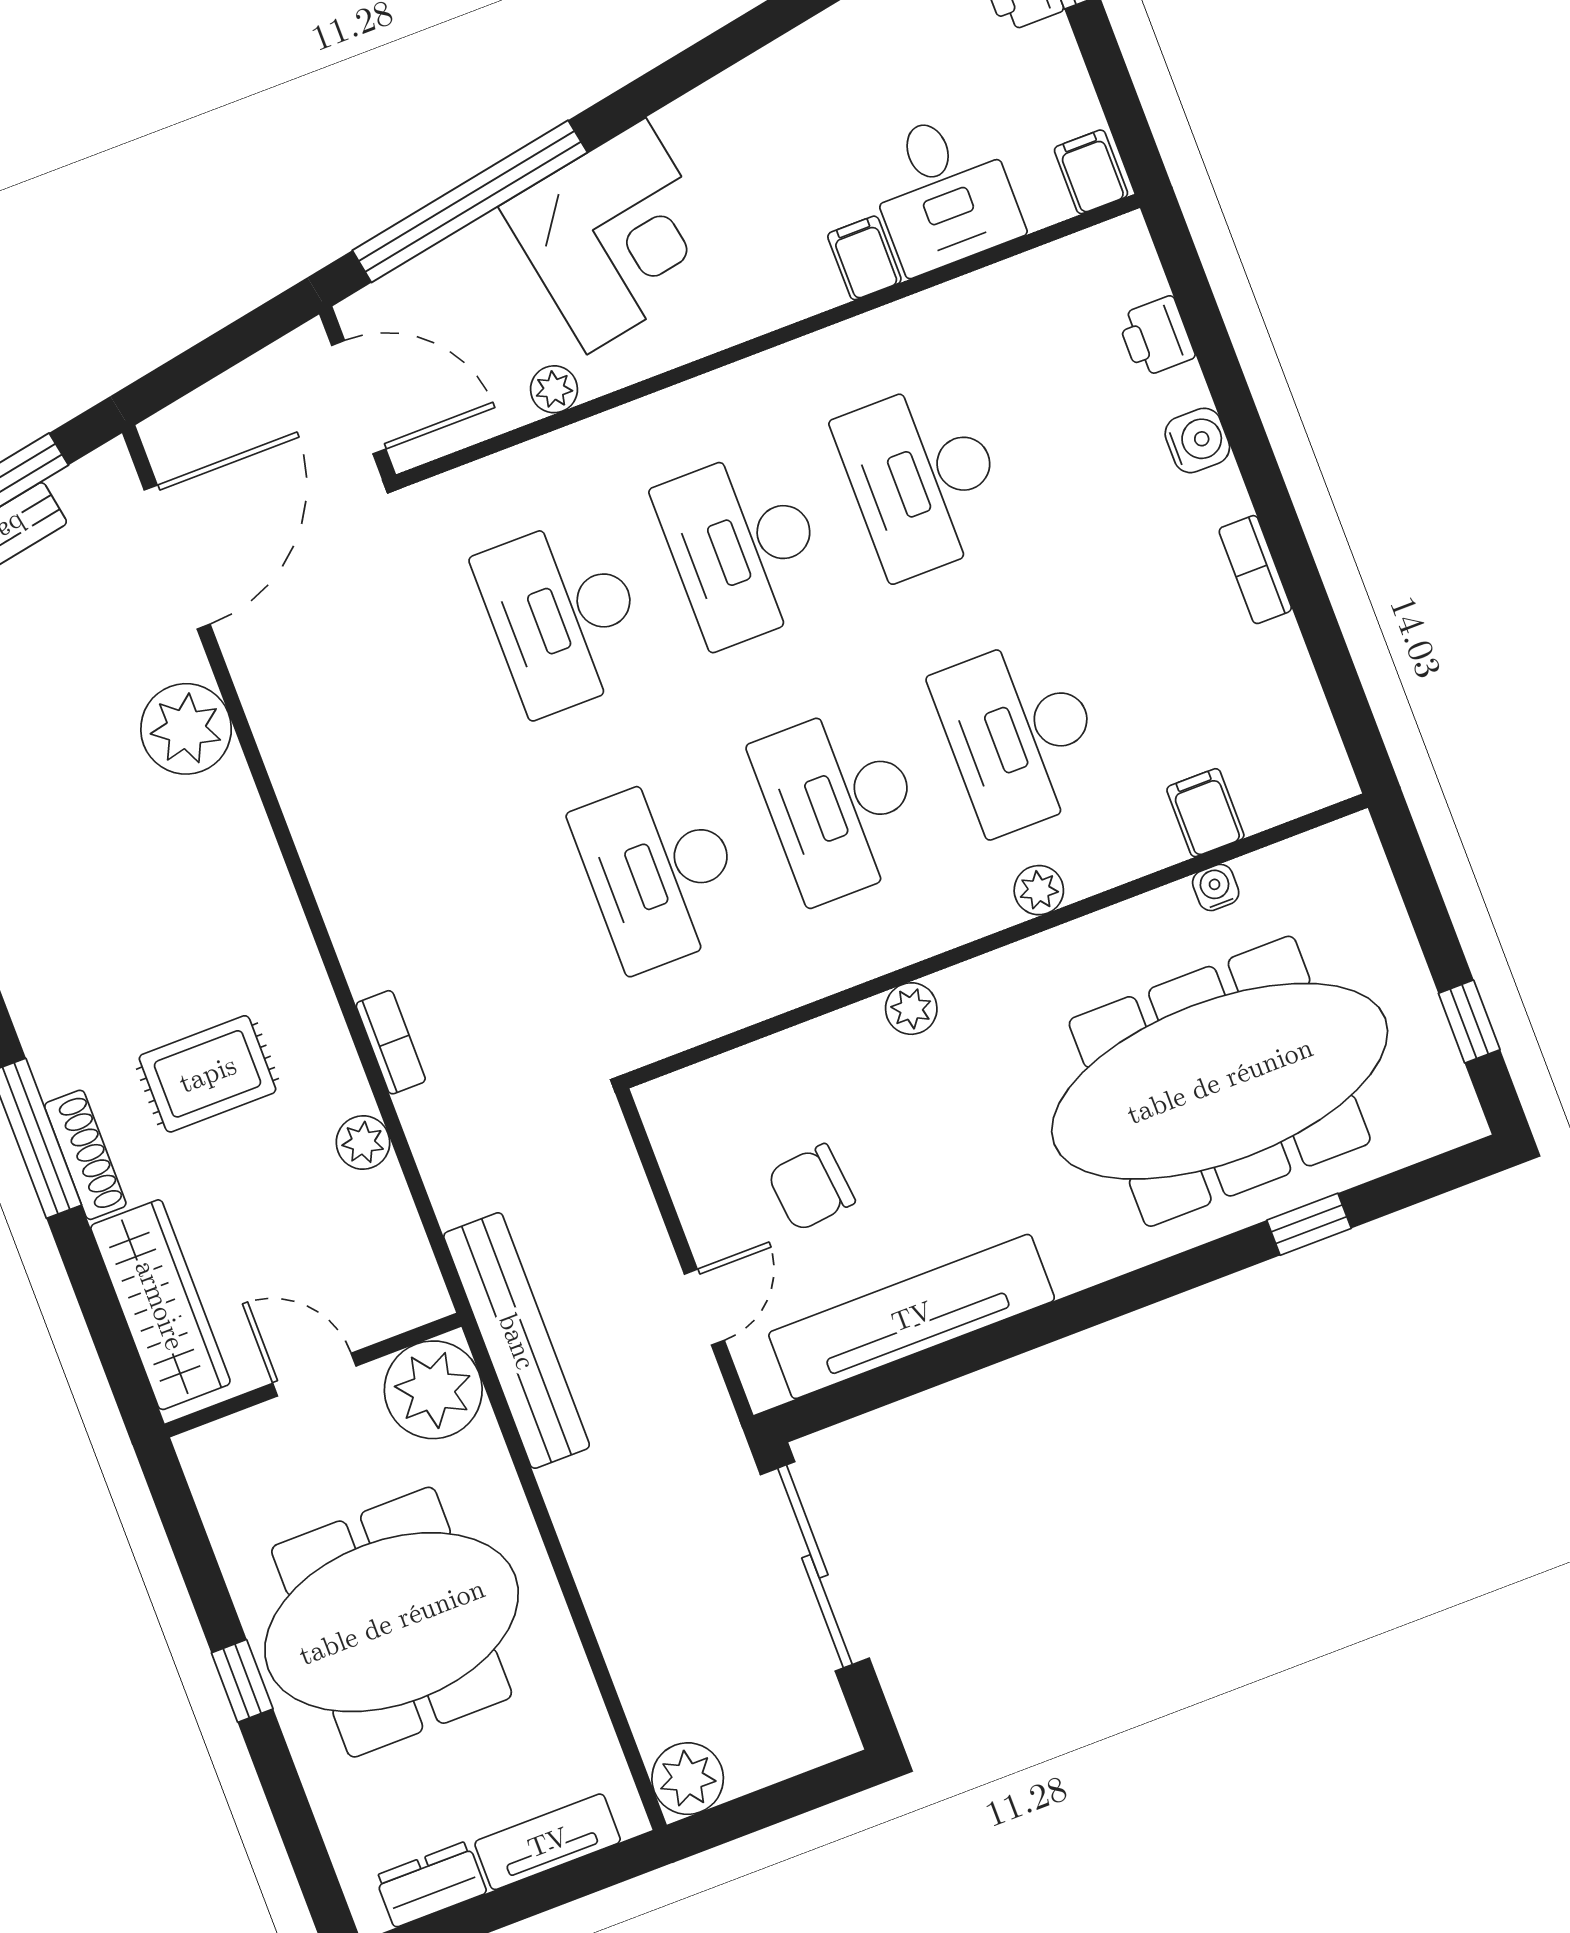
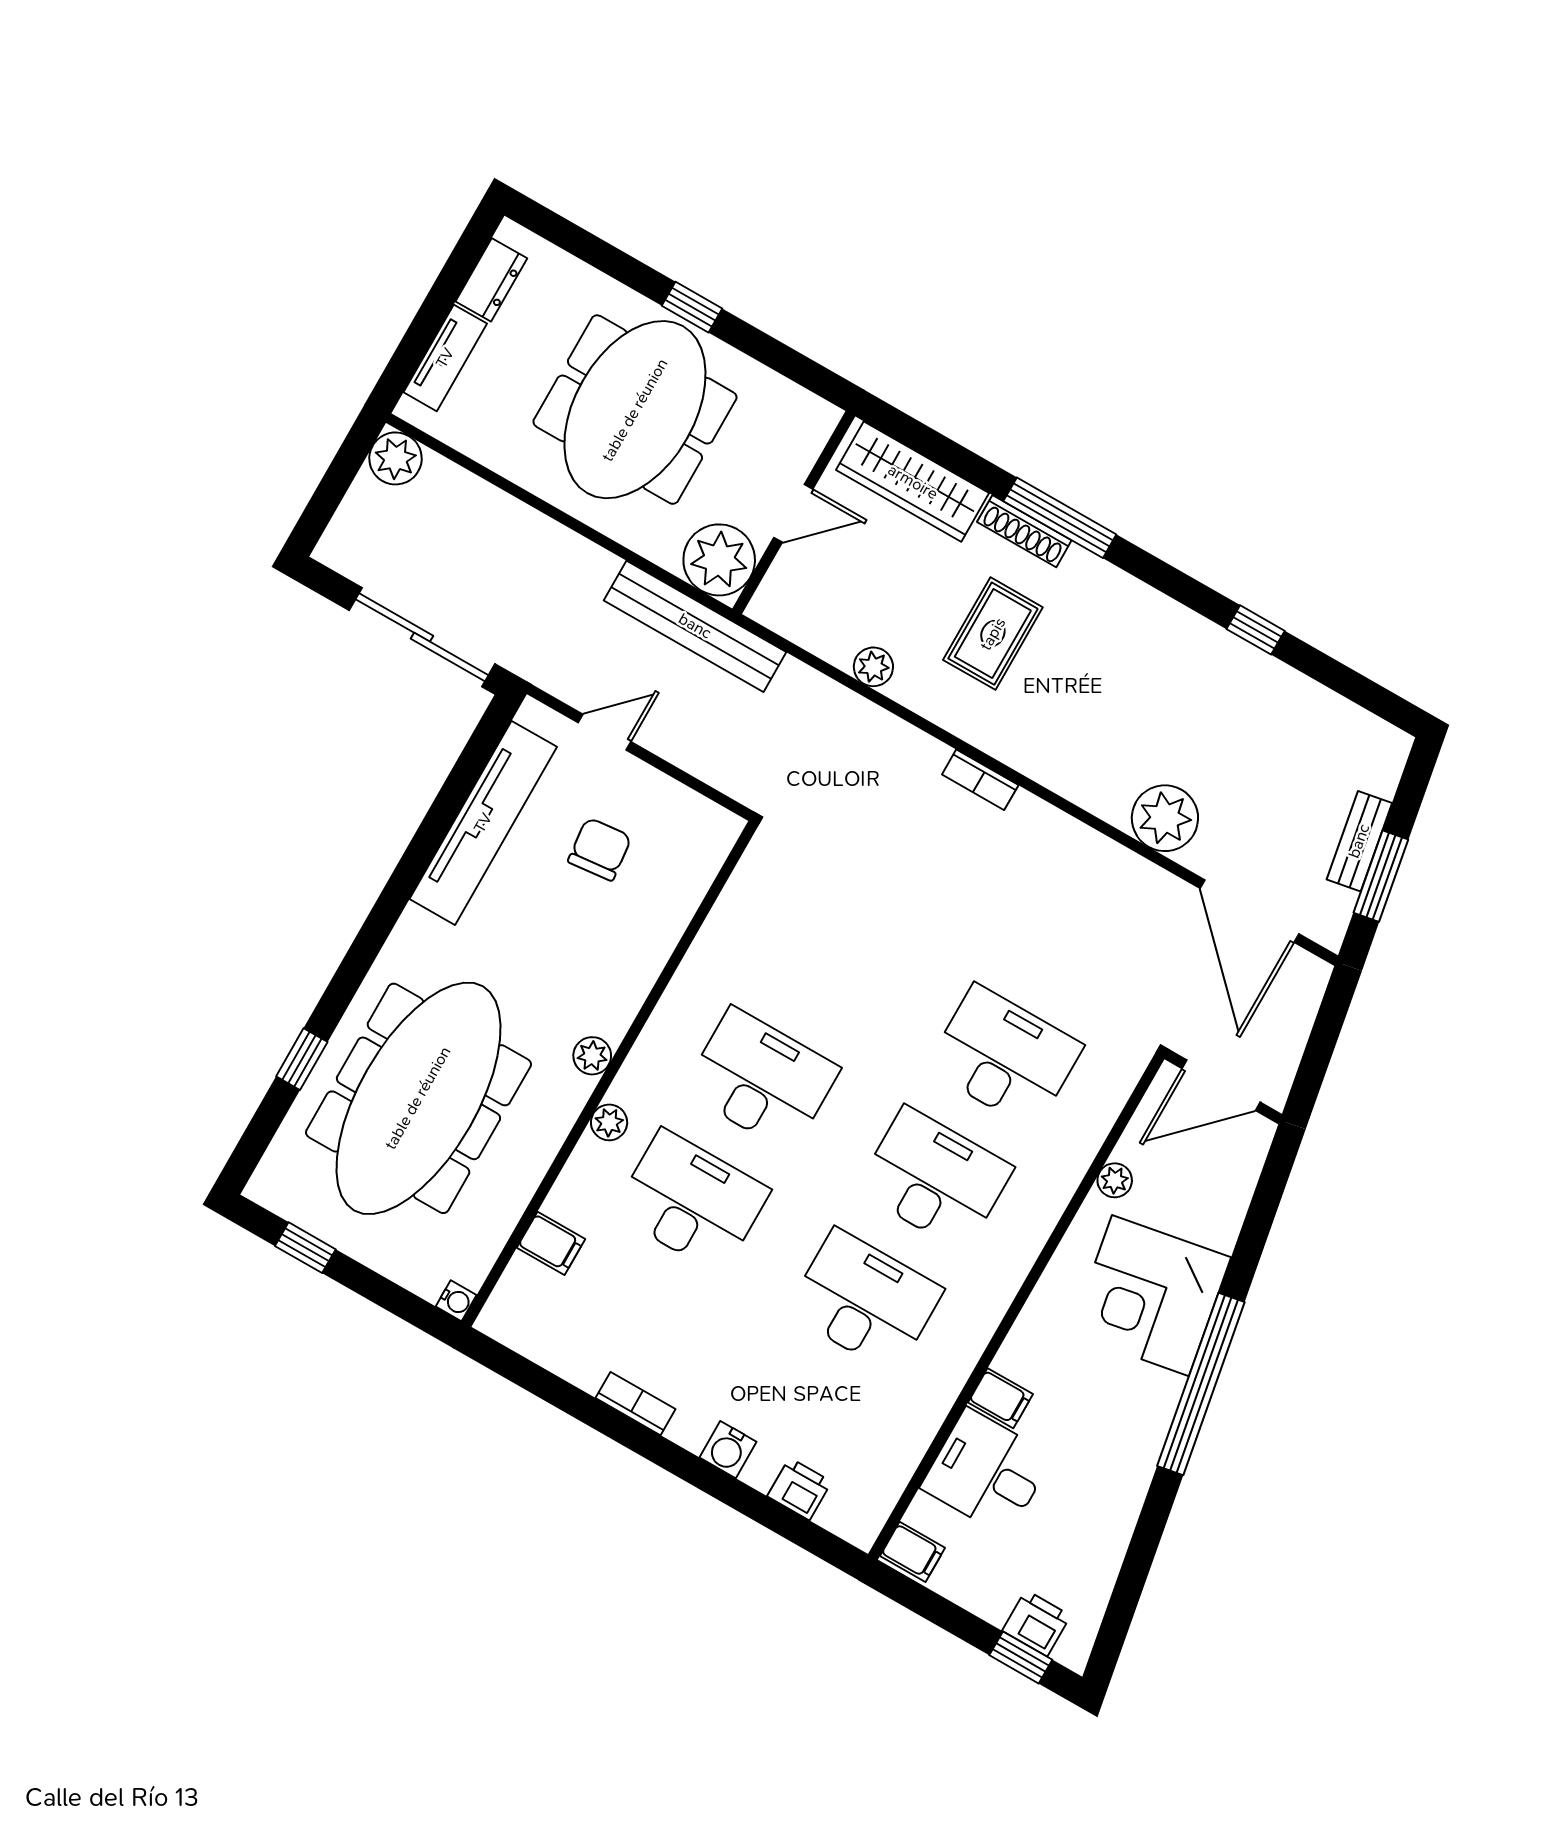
window: (470, 201) -> (1201, 1384), moved
desk: (661, 871) -> (831, 958), removed
water cooler: (1216, 887) -> (456, 1301), moved
plant: (911, 1009) -> (592, 1056), moved
bookcase: (391, 1042) -> (980, 780), moved
door: (704, 1307) -> (604, 732), swing flipped

